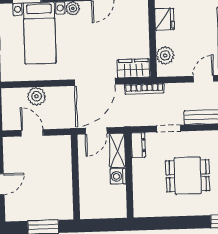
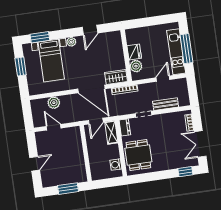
fridge: (164, 19) -> (134, 52), moved
door: (95, 82) -> (91, 89), hinge flipped
washing machine: (118, 176) -> (116, 165), moved
dining table: (188, 176) -> (138, 155), moved, turned 90

